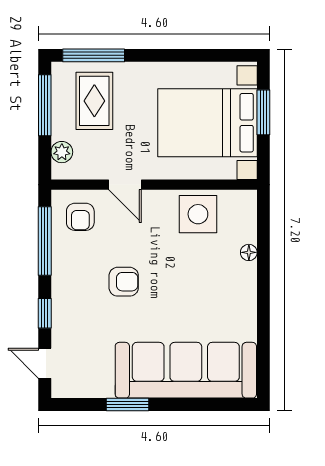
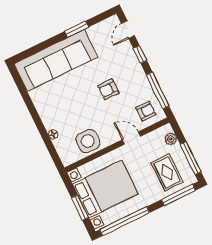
window: (202, 55) -> (125, 221), added
armchair: (80, 217) -> (146, 111), turned 90
door: (45, 363) -> (128, 30), swing flipped

